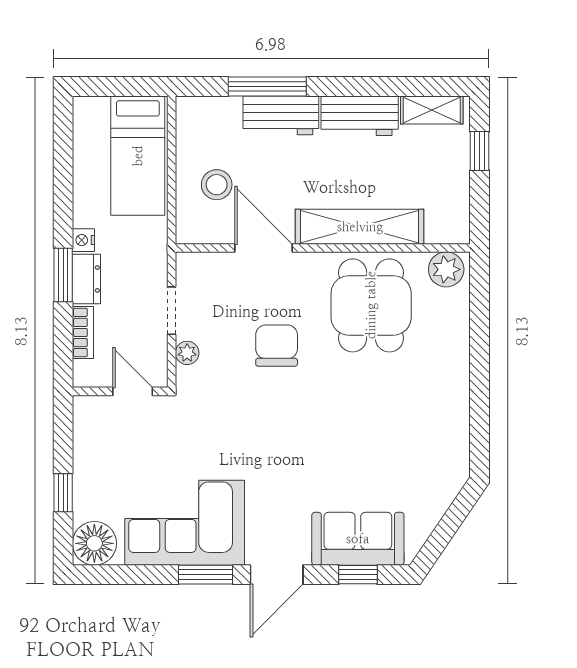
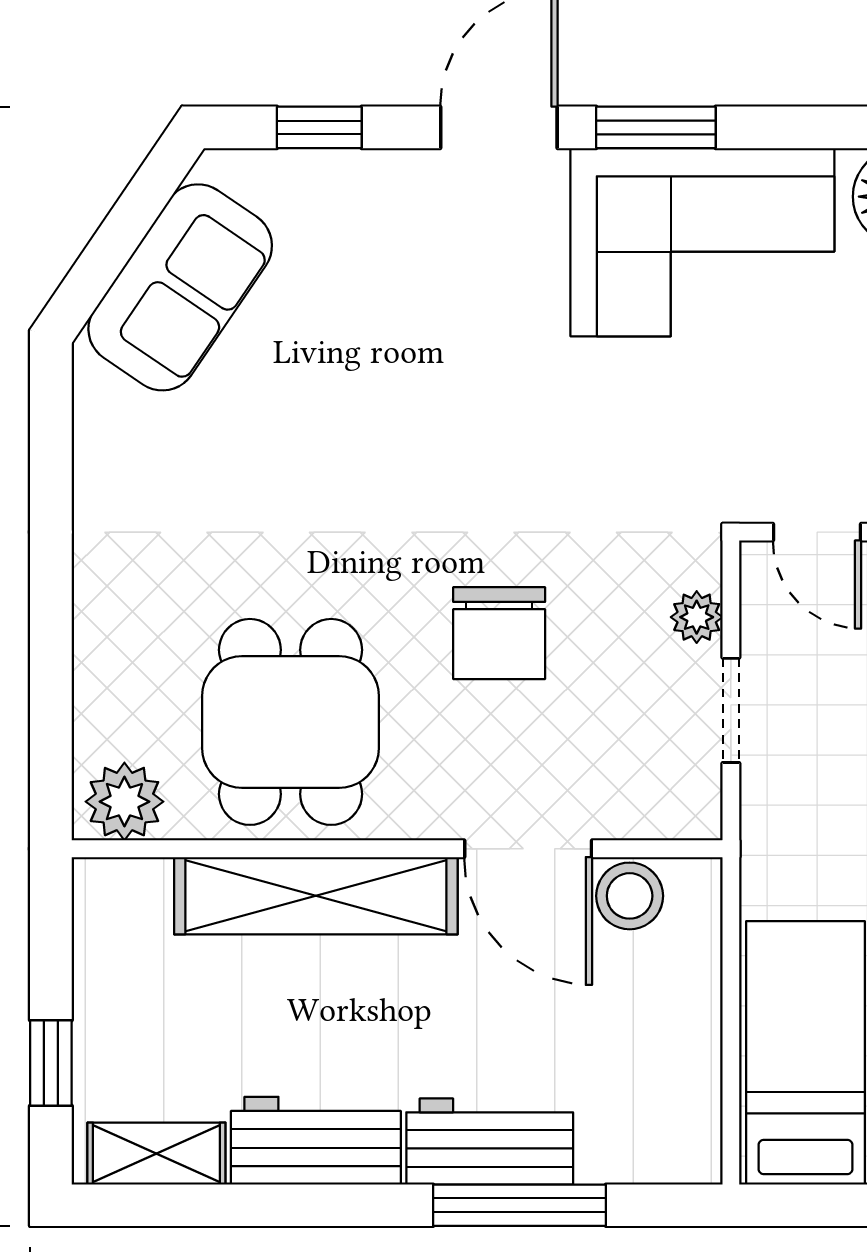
stool: (217, 185) -> (630, 896), moved
sofa: (358, 539) -> (180, 287), moved, turned -56

